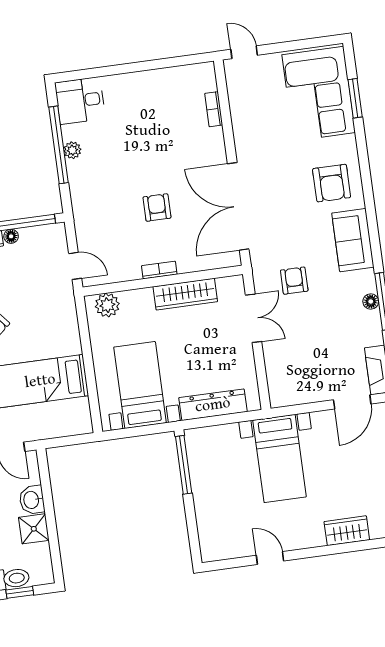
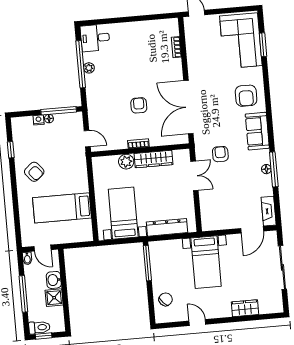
plant: (107, 305) -> (126, 162), moved
chair: (216, 523) -> (166, 299), added

